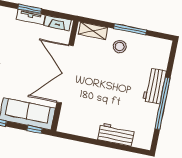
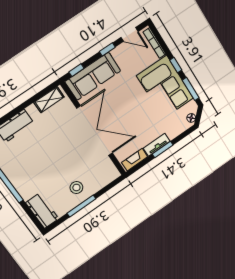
shelving: (93, 31) -> (49, 100), moved
workbench: (154, 86) -> (42, 211), moved

